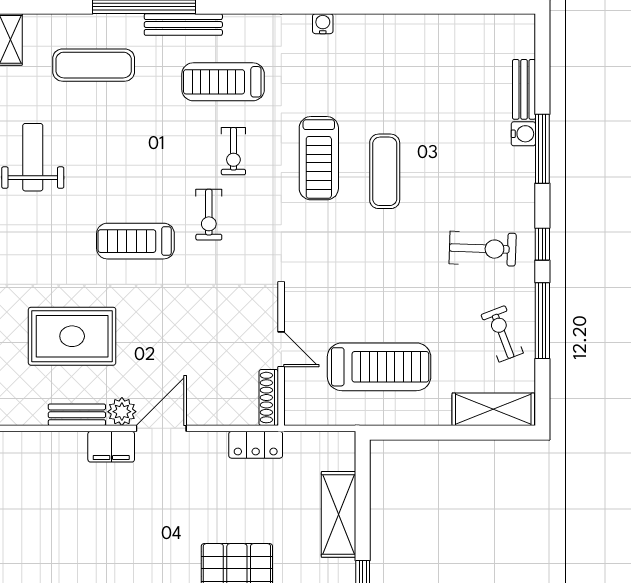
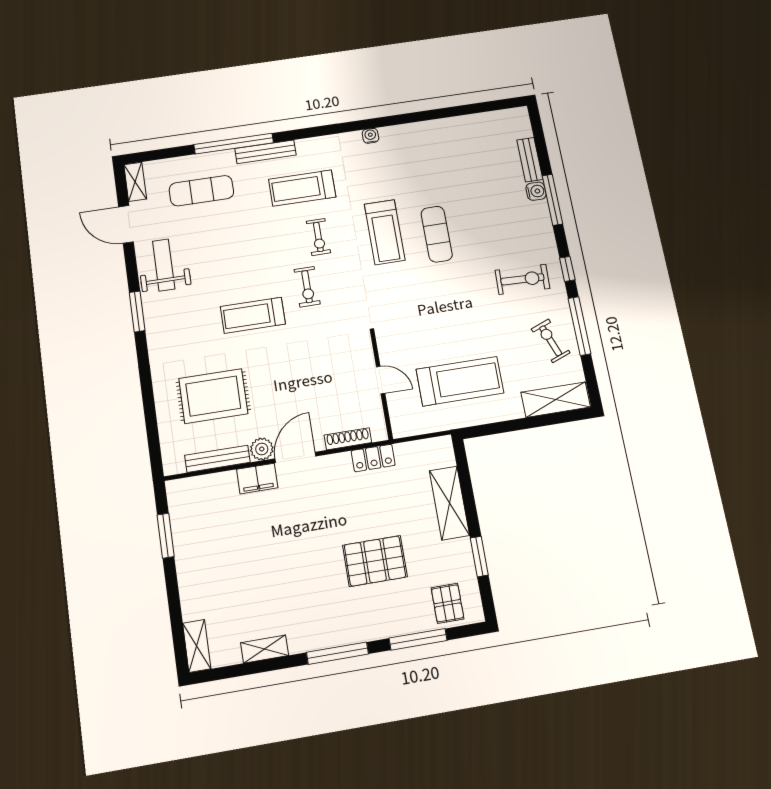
shoe rack: (269, 398) -> (348, 439), moved, turned 90
bench: (77, 415) -> (217, 459), width x1.36

